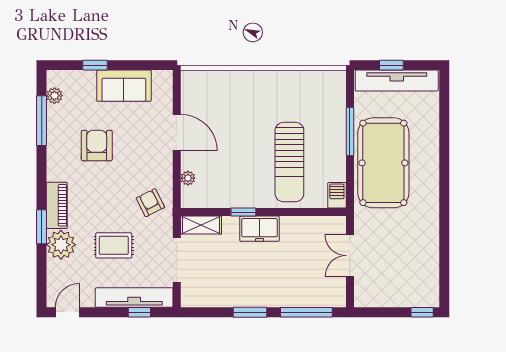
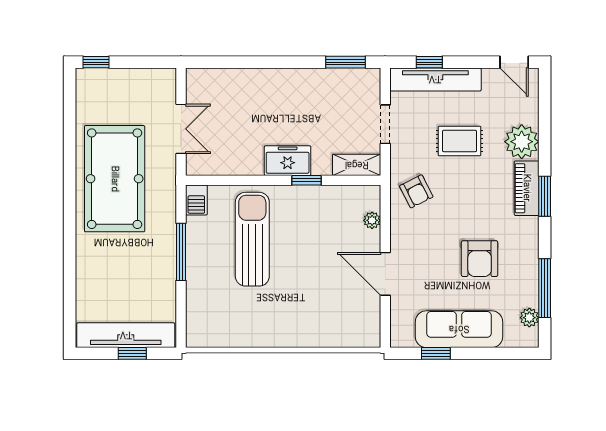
window: (95, 65) -> (436, 353), moved
sofa: (124, 86) -> (459, 329), width x1.36
window: (350, 132) -> (181, 252), moved
pool table: (383, 163) -> (115, 179), moved
window: (42, 227) -> (545, 196), moved
doorway: (177, 260) -> (385, 124), width x0.73
door: (67, 312) -> (514, 62), hinge flipped
window: (250, 312) -> (345, 62), moved
window: (306, 312) -> (232, 62), removed

